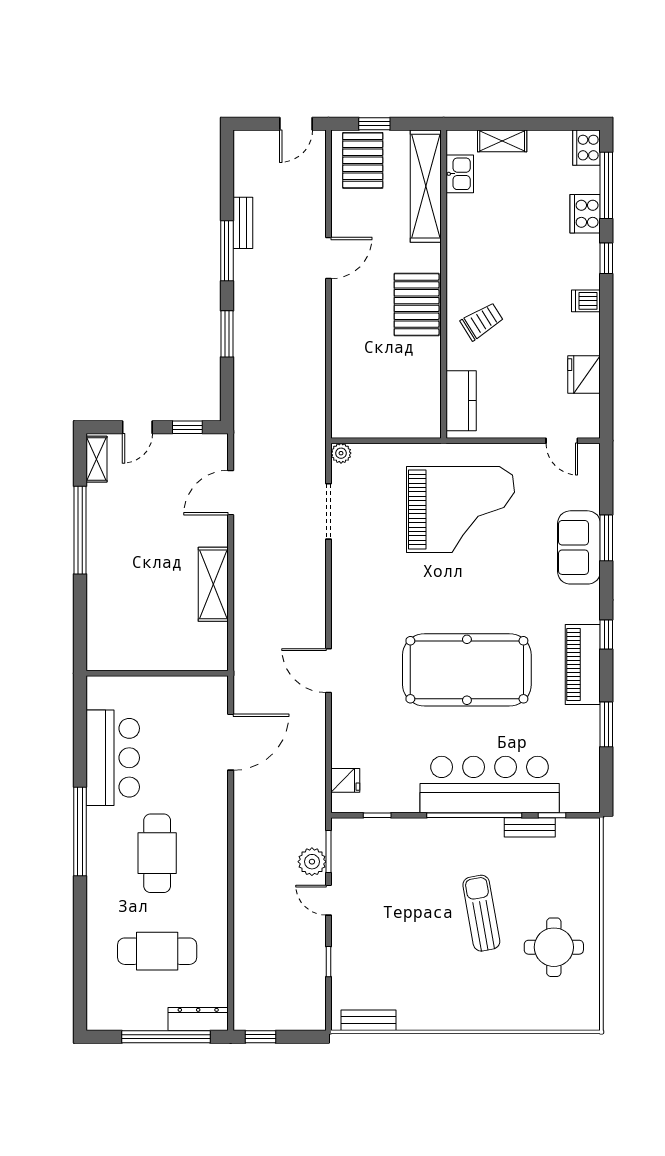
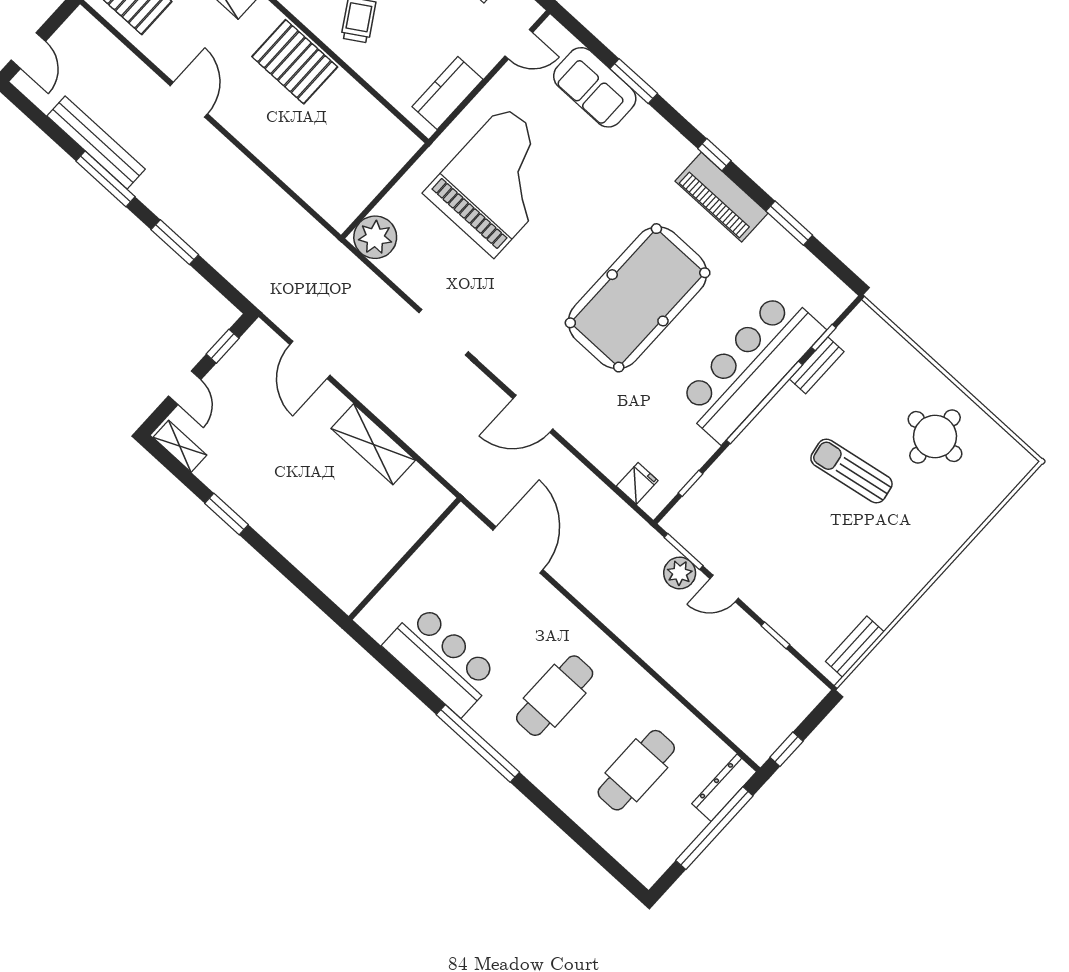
door: (296, 124) -> (28, 51), moved
bench: (243, 223) -> (96, 143), width x1.86, depth x1.21
kitchen counter: (461, 401) -> (448, 93), moved, turned -90
plant: (341, 453) -> (375, 237), width x1.88, depth x1.88
doorway: (328, 511) -> (444, 332), moved
window: (80, 530) -> (227, 514), width x0.47
sofa: (579, 547) -> (595, 87), moved
cafe table: (157, 853) -> (555, 696), turned 90

